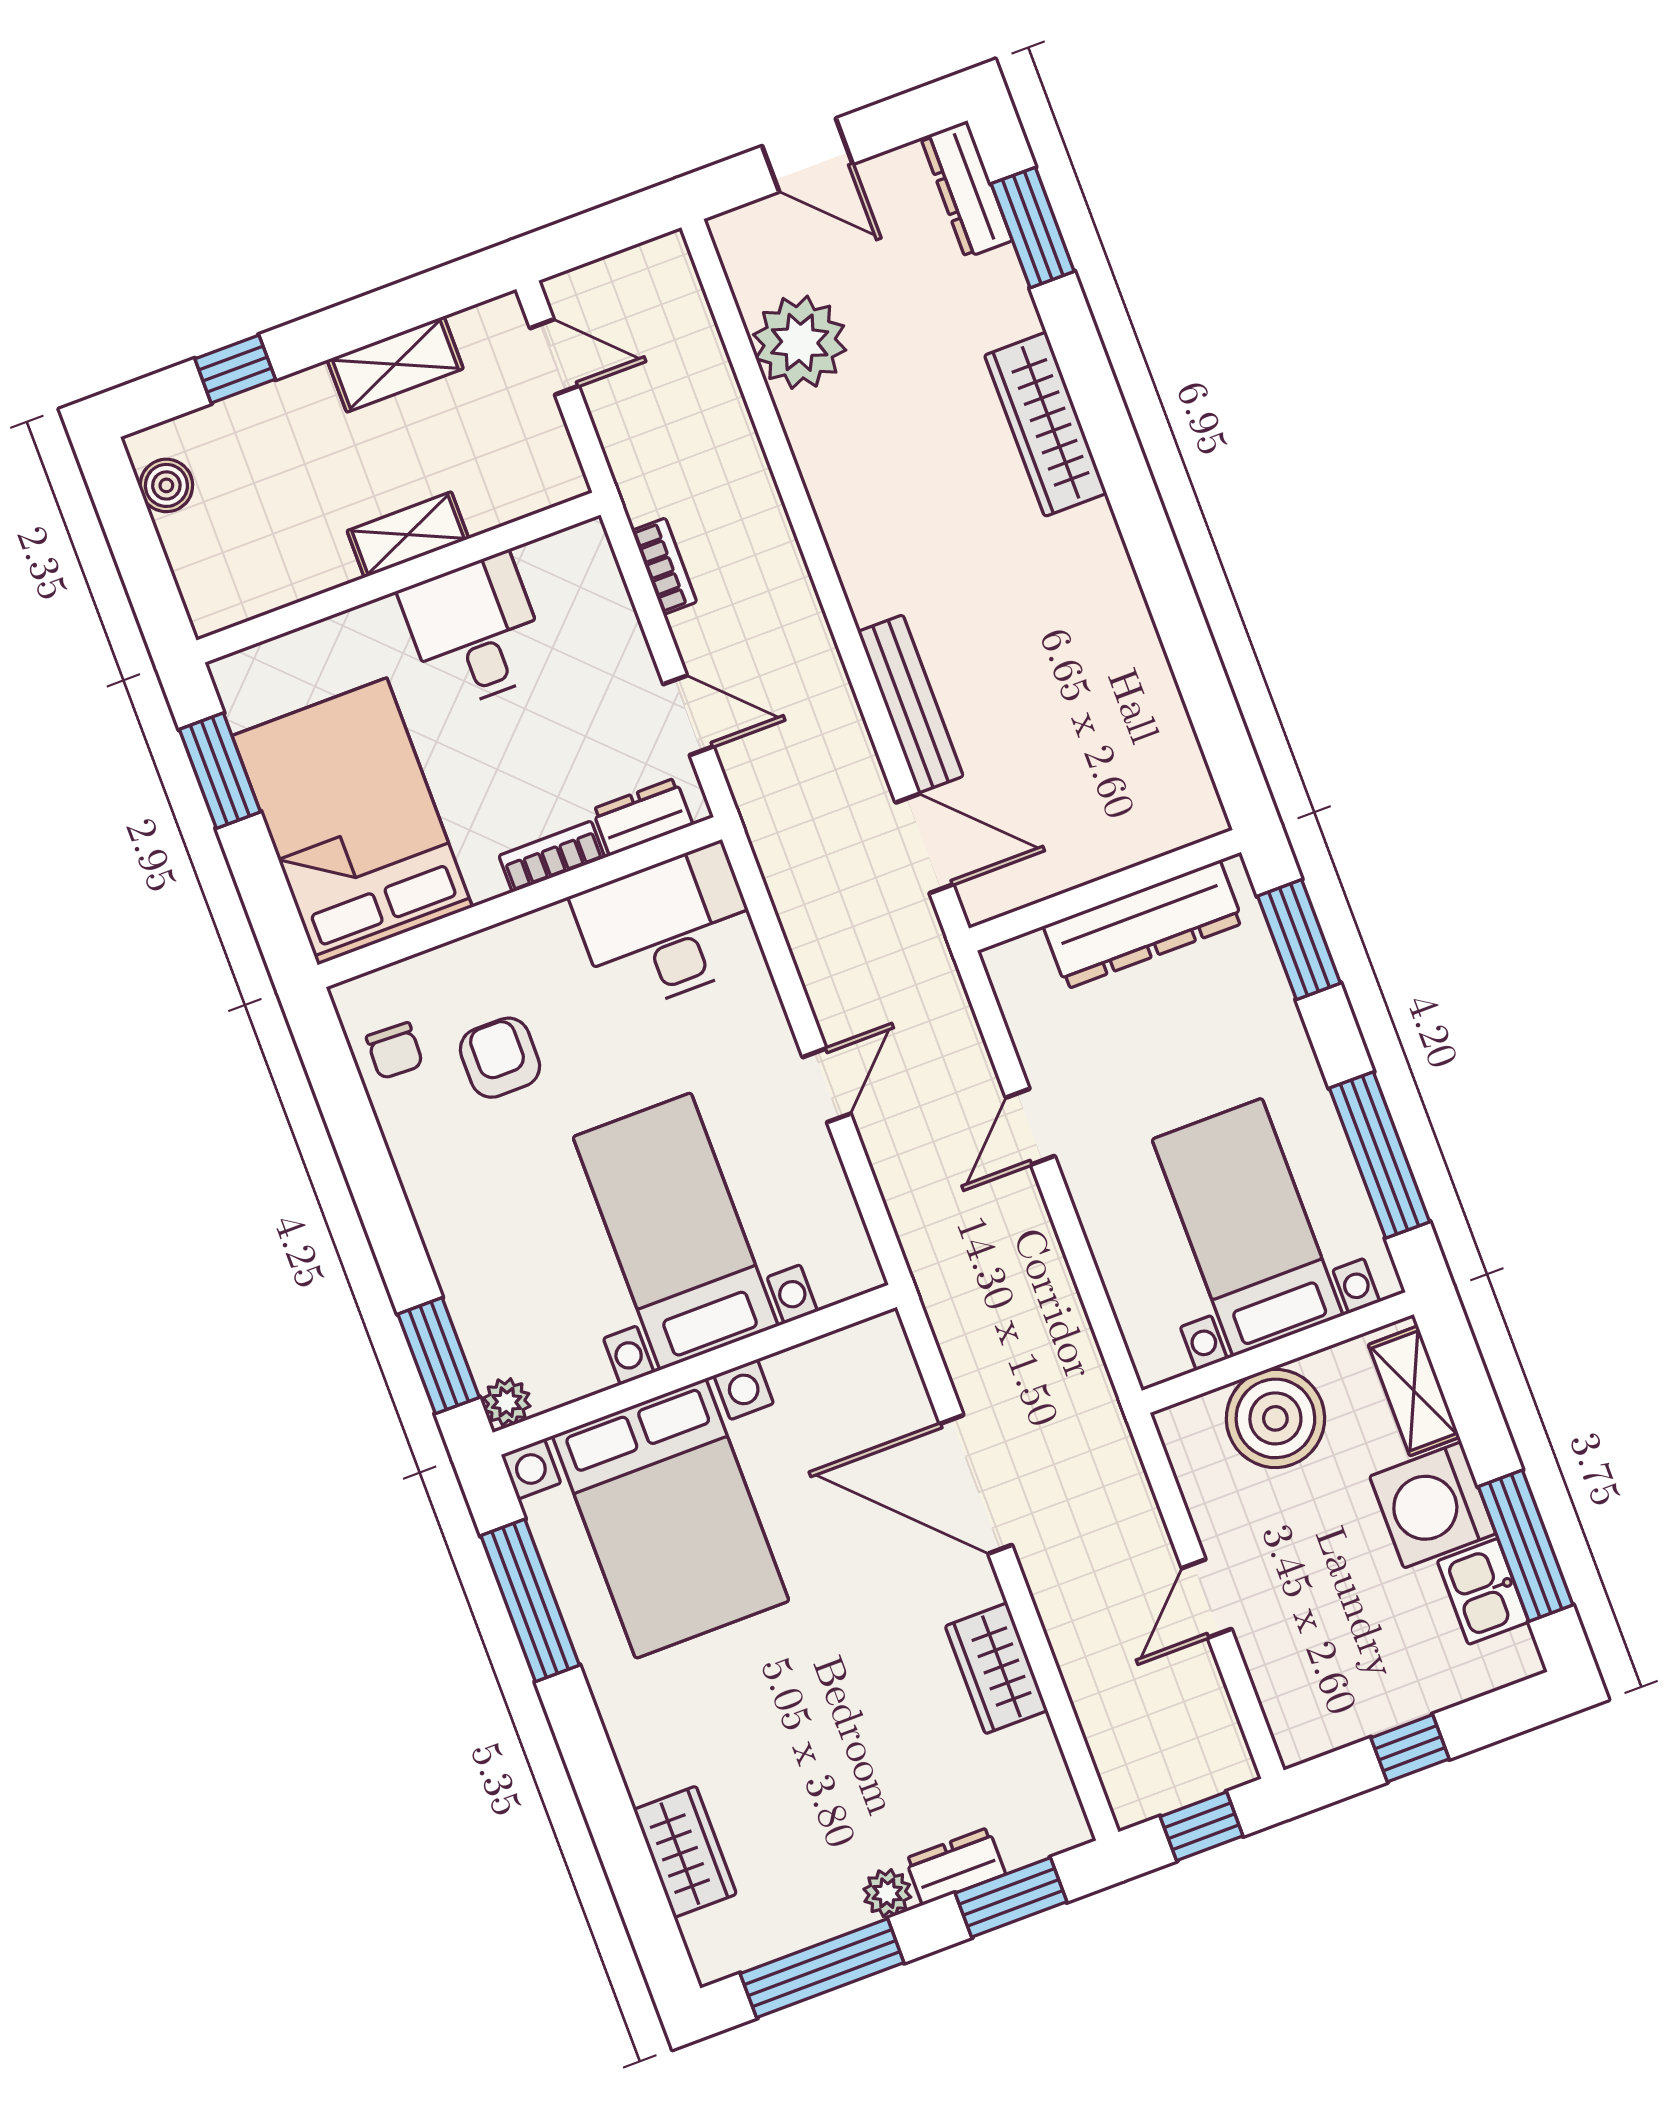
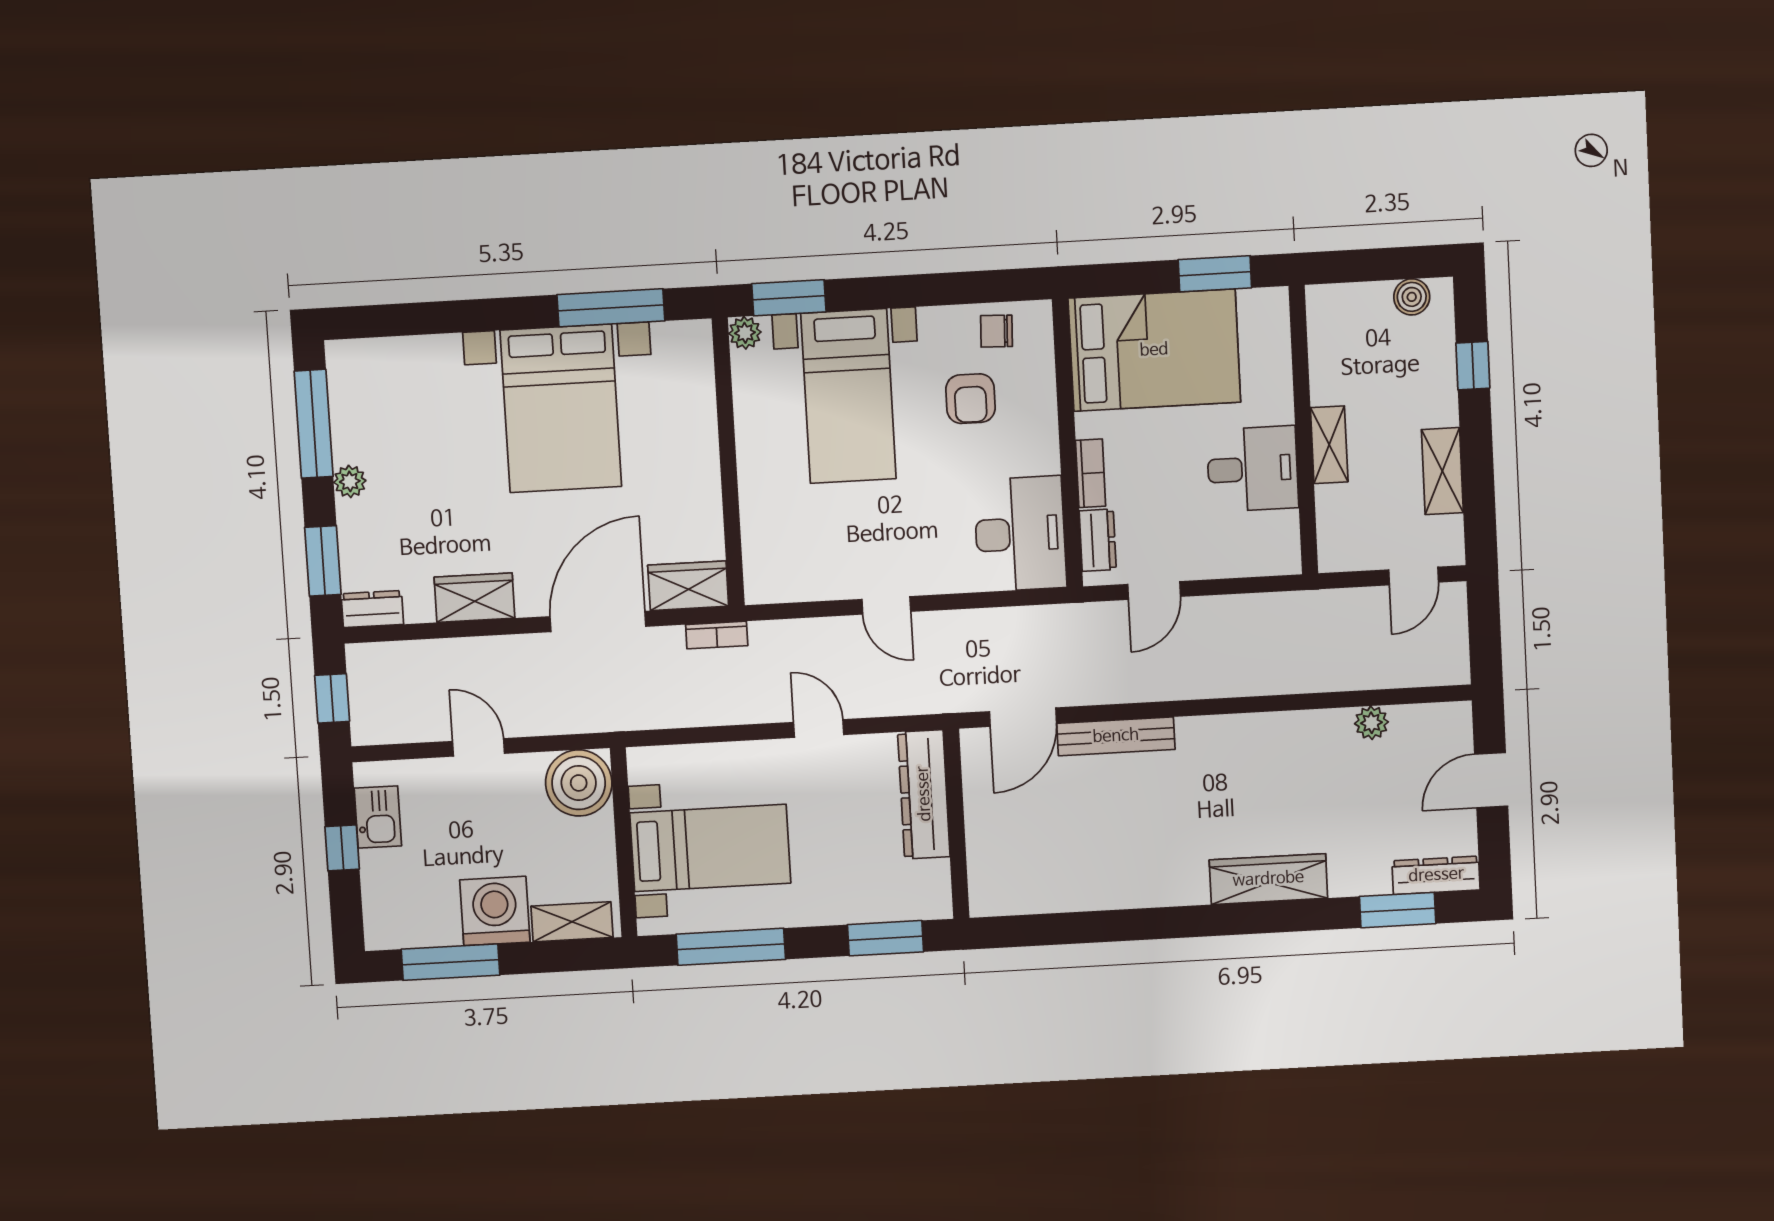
plant: (800, 342) -> (1371, 723), width x0.53, depth x0.53
bookcase: (664, 566) -> (717, 635), moved
dresser: (1143, 925) -> (924, 794), moved
armchair: (500, 1058) -> (970, 399), turned 90
bed with nightstands: (676, 1231) -> (848, 396), moved, turned 90
boiler: (1275, 1418) -> (579, 783), moved
bed with nightstands: (671, 1518) -> (561, 408), moved, turned -90
kitchen sink: (1483, 1591) -> (378, 817), moved, turned 90
wardrobe: (685, 1852) -> (688, 586), moved, turned 180
dresser: (955, 1866) -> (372, 609), moved, turned -90

